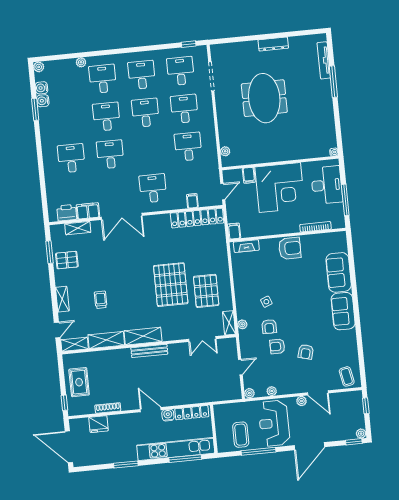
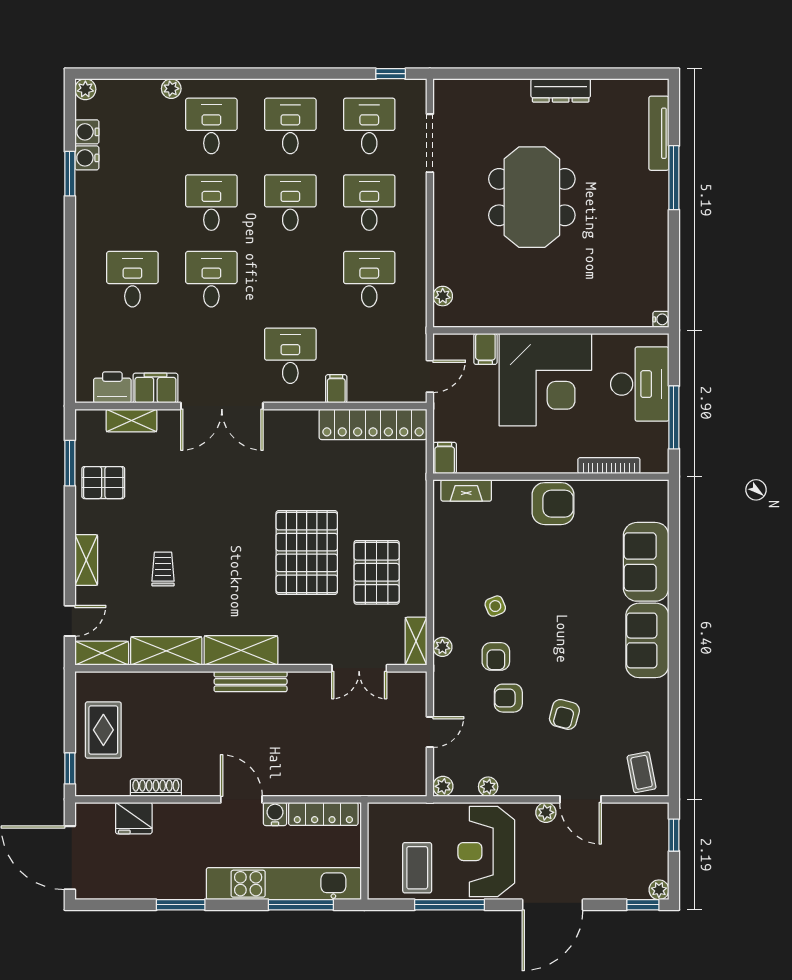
filing cabinet: (192, 201) -> (336, 389), moved

